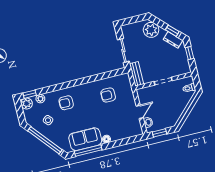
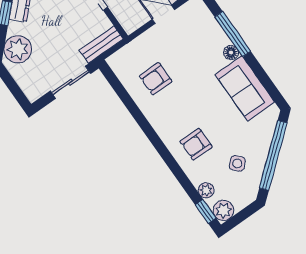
armchair: (108, 95) -> (156, 79), turned 90
armchair: (66, 103) -> (196, 144), turned 90
window: (88, 151) -> (233, 34), moved

